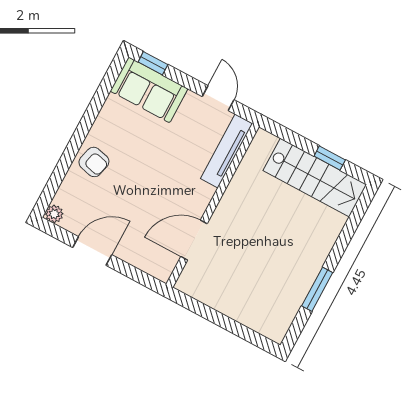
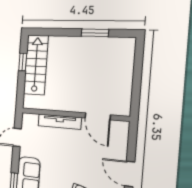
tv unit: (227, 151) -> (60, 122), moved

